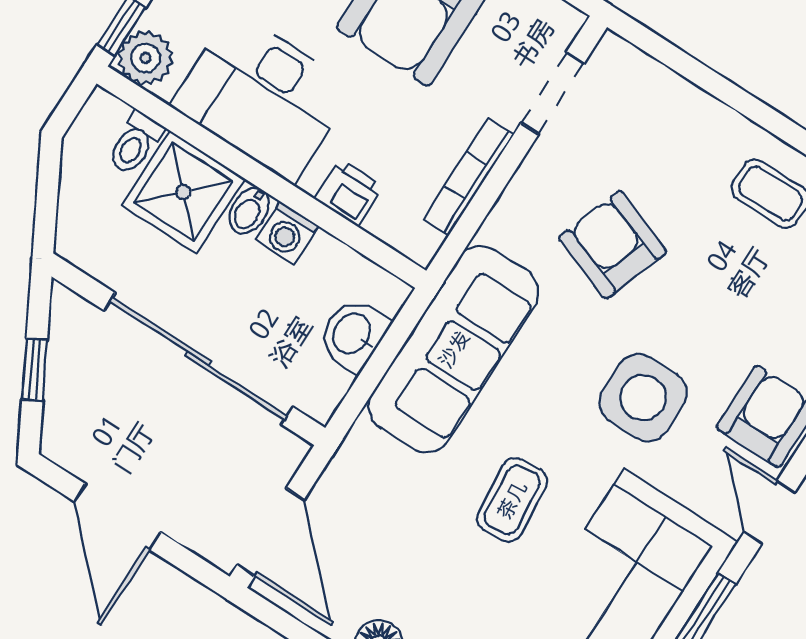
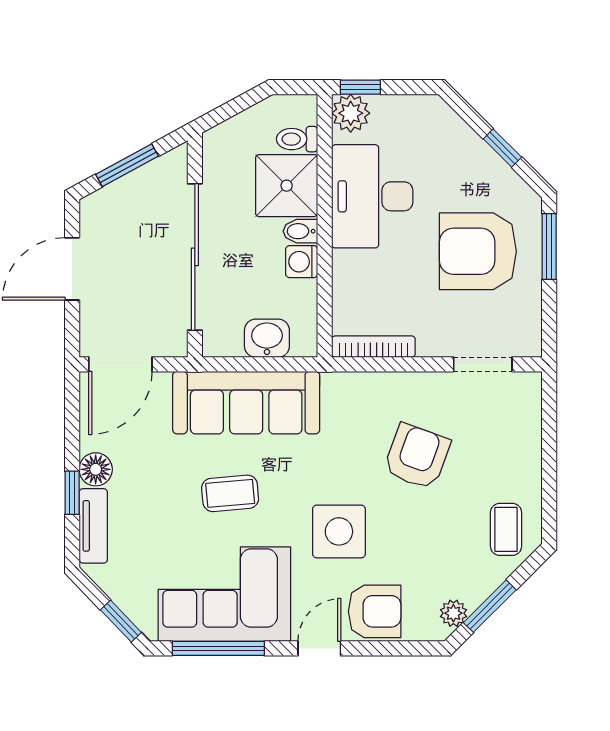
bookcase: (468, 177) -> (373, 347), moved
printer: (349, 193) -> (348, 283), removed
sofa: (454, 349) -> (246, 403), moved
window: (35, 369) -> (127, 165), width x1.50

